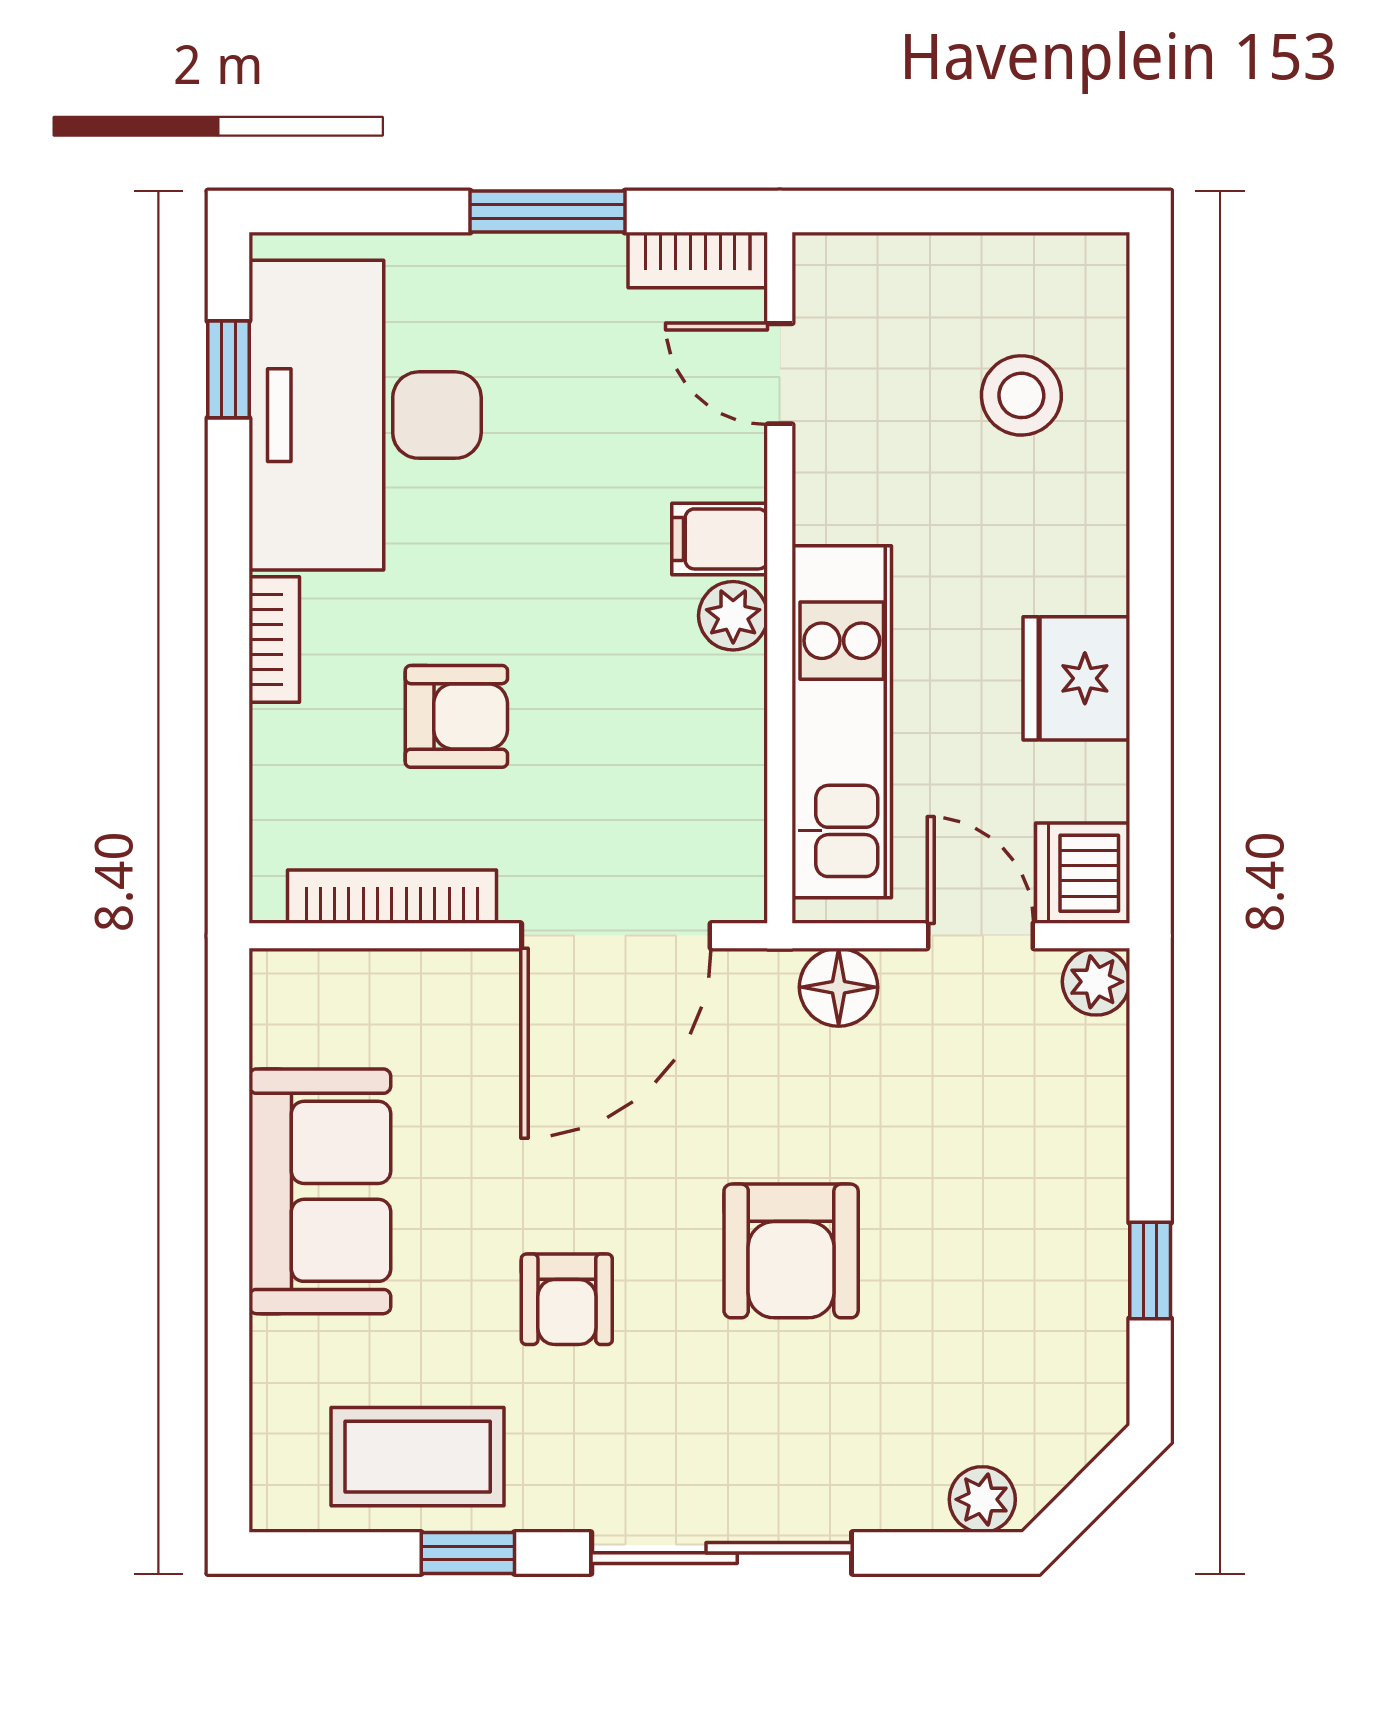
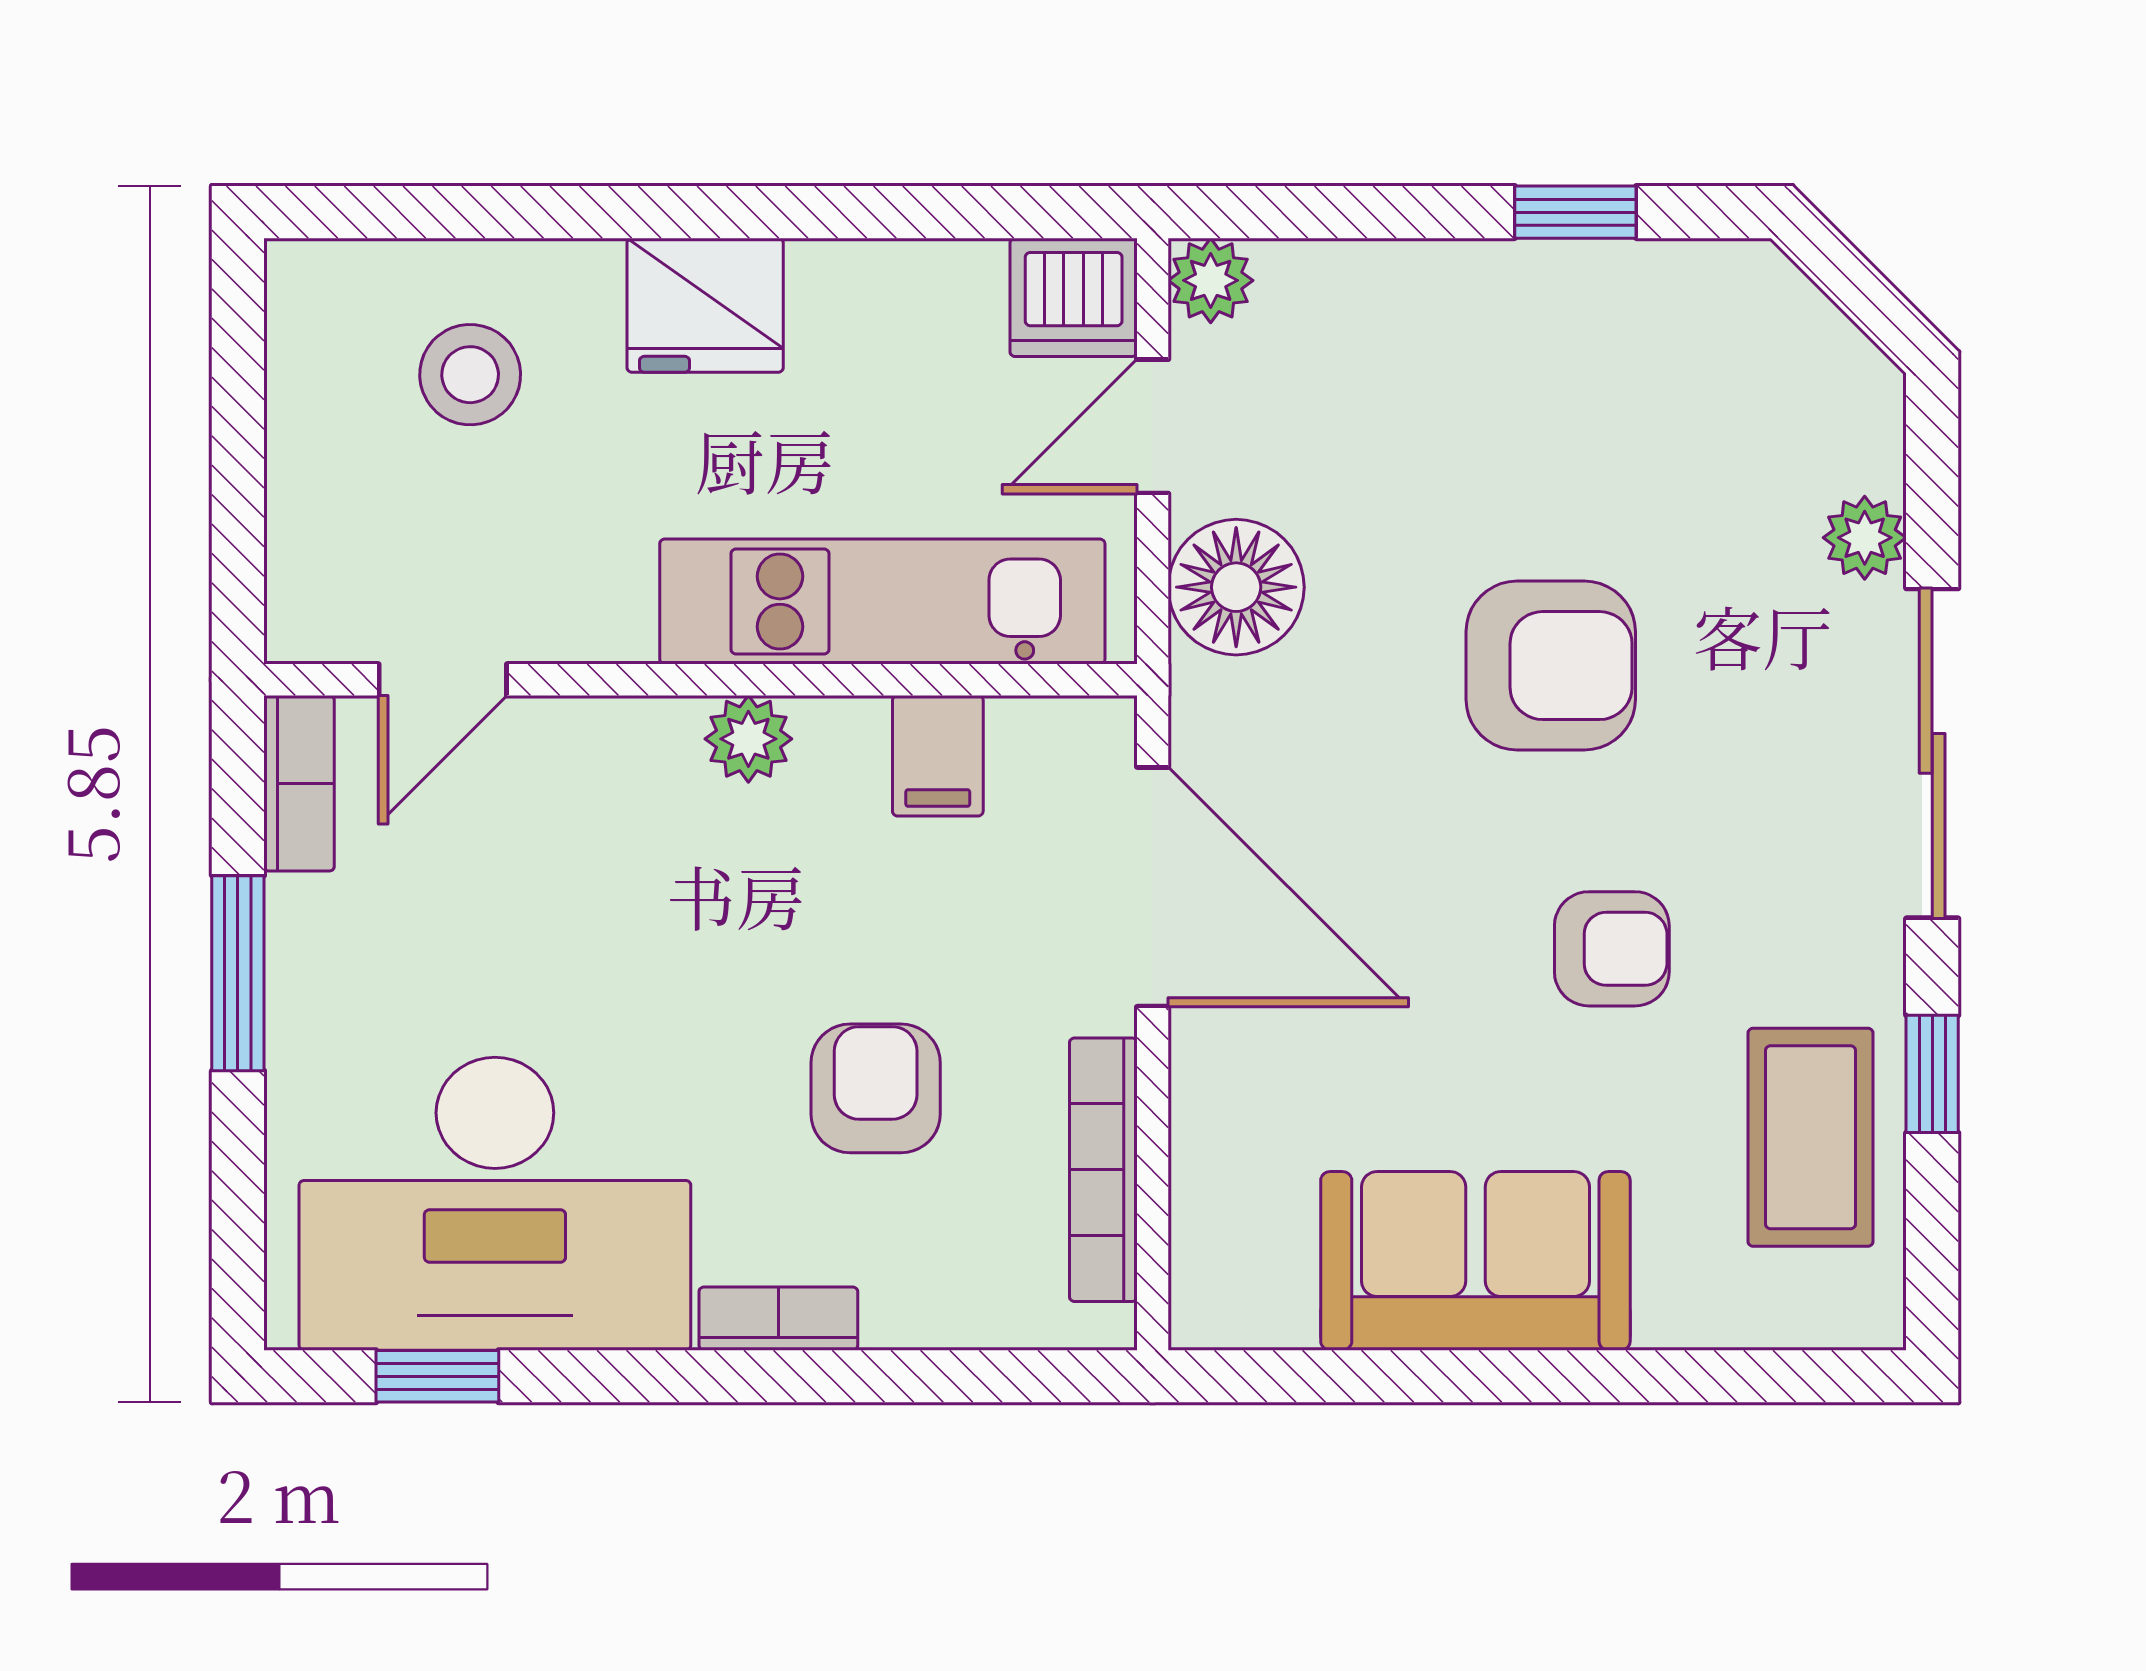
filing cabinet: (720, 539) -> (938, 756), moved
fridge: (1076, 678) -> (705, 305), moved
floor lamp: (839, 987) -> (1236, 587), width x1.38, depth x1.38
plant: (982, 1499) -> (1865, 538), moved

